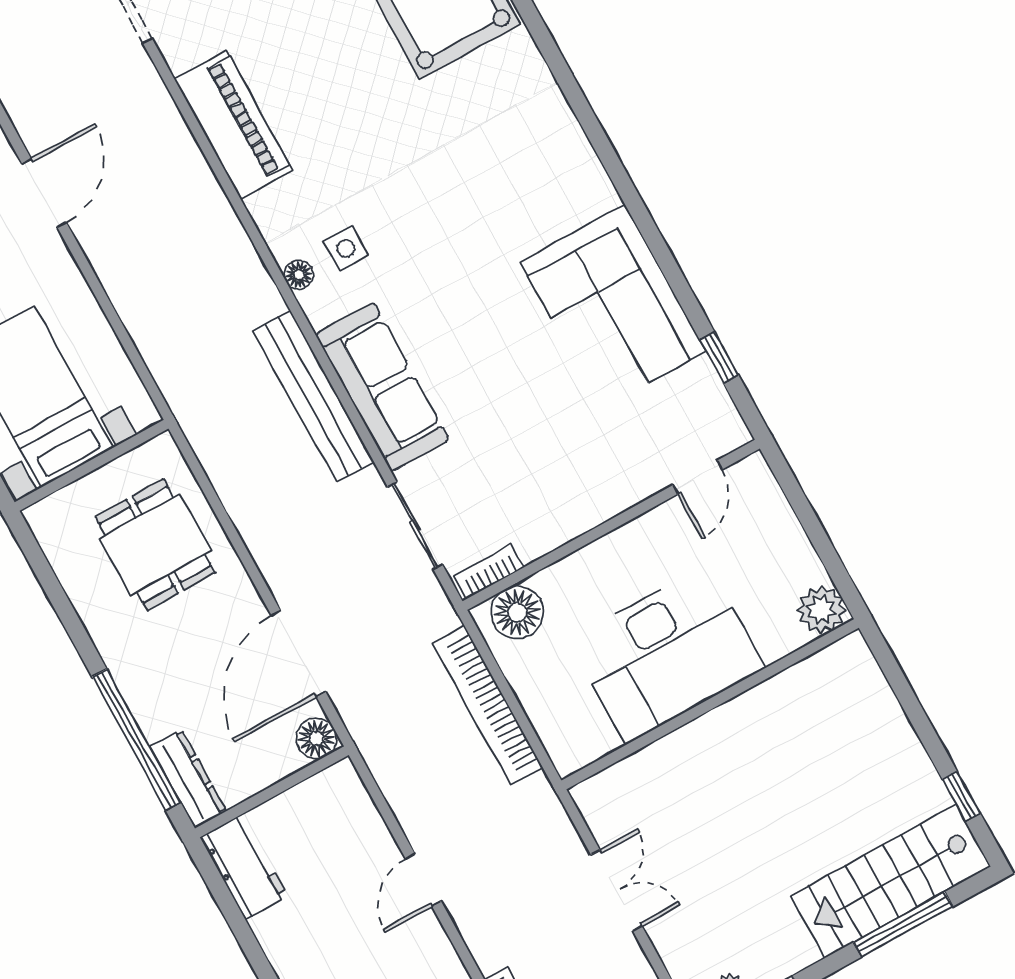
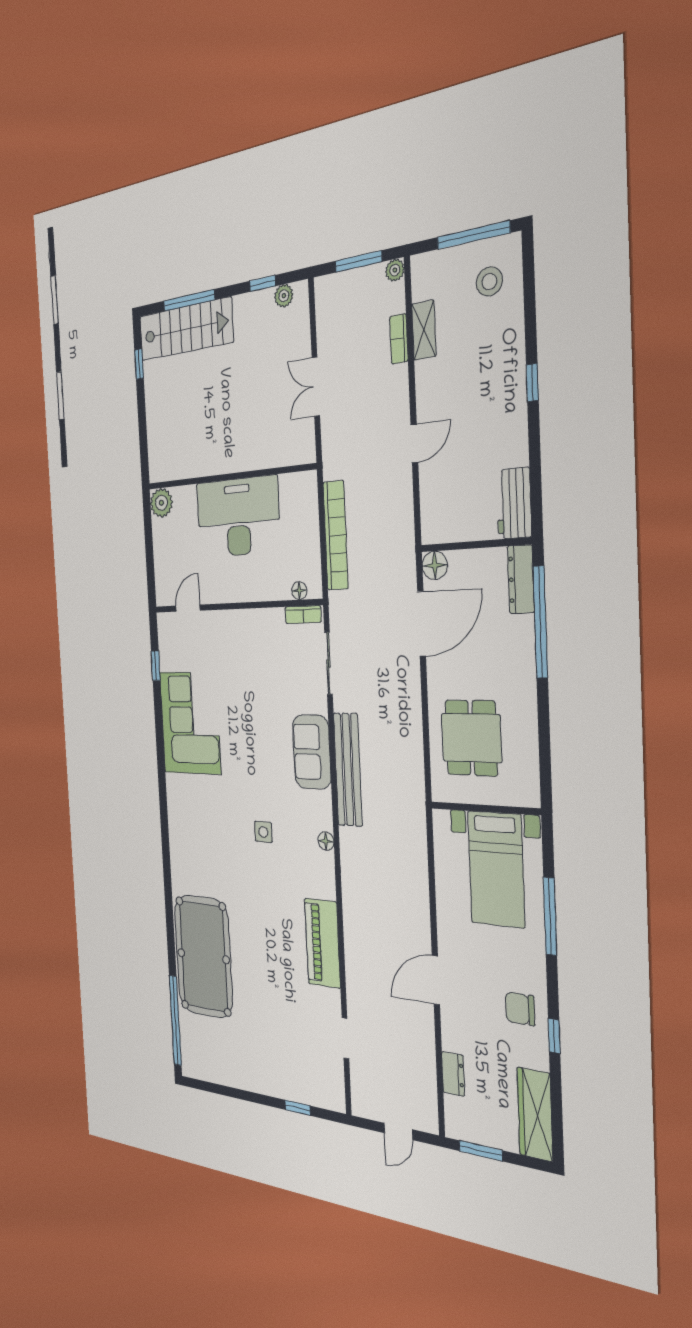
side table: (346, 248) -> (263, 832), moved
sofa: (382, 387) -> (312, 752), width x0.73
floor lamp: (517, 612) -> (299, 591), width x0.53, depth x0.53

